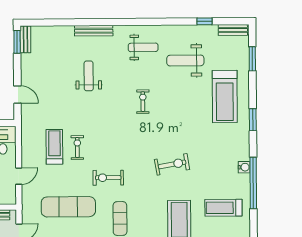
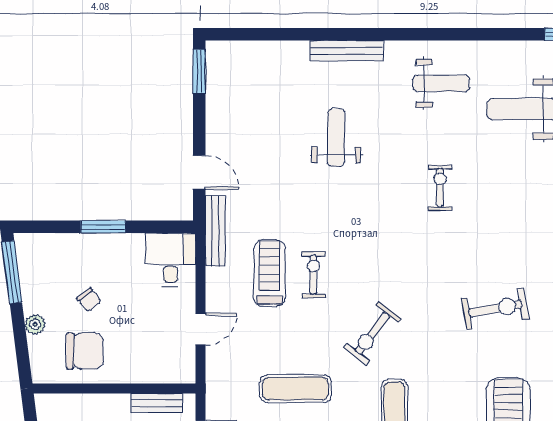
bench: (25, 39) -> (215, 231), moved, width x1.36
exercise bike: (108, 178) -> (372, 333), turned -53
exercise mat: (68, 207) -> (295, 389), width x0.73, depth x0.69

